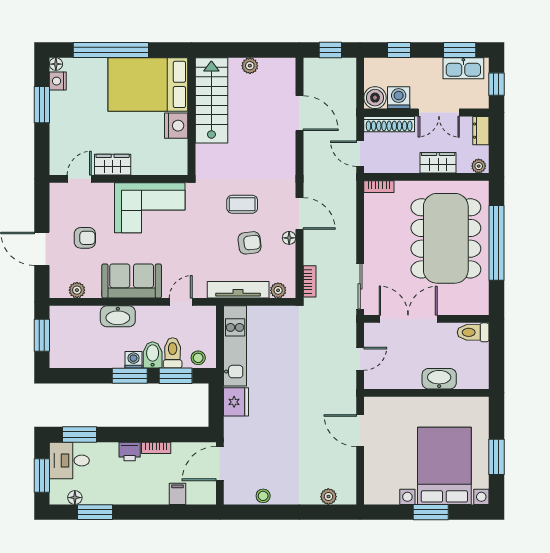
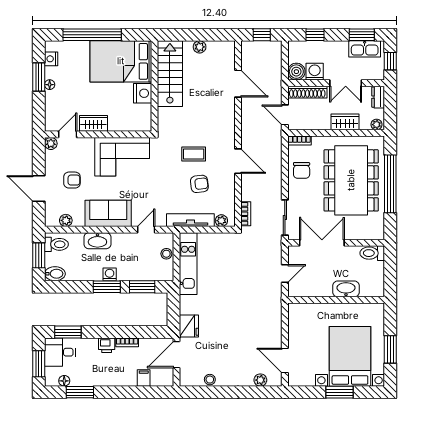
floor lamp: (56, 64) -> (50, 85), moved
plant: (57, 191) -> (51, 143), added
chair: (382, 225) -> (302, 170), added
floor lamp: (289, 238) -> (230, 180), removed
toilet: (173, 353) -> (56, 244), moved, turned 90
bidet: (153, 355) -> (55, 274), moved, turned 90
stool: (198, 358) -> (166, 254), moved
fridge: (236, 402) -> (189, 326), moved
door: (360, 431) -> (285, 360), moved

